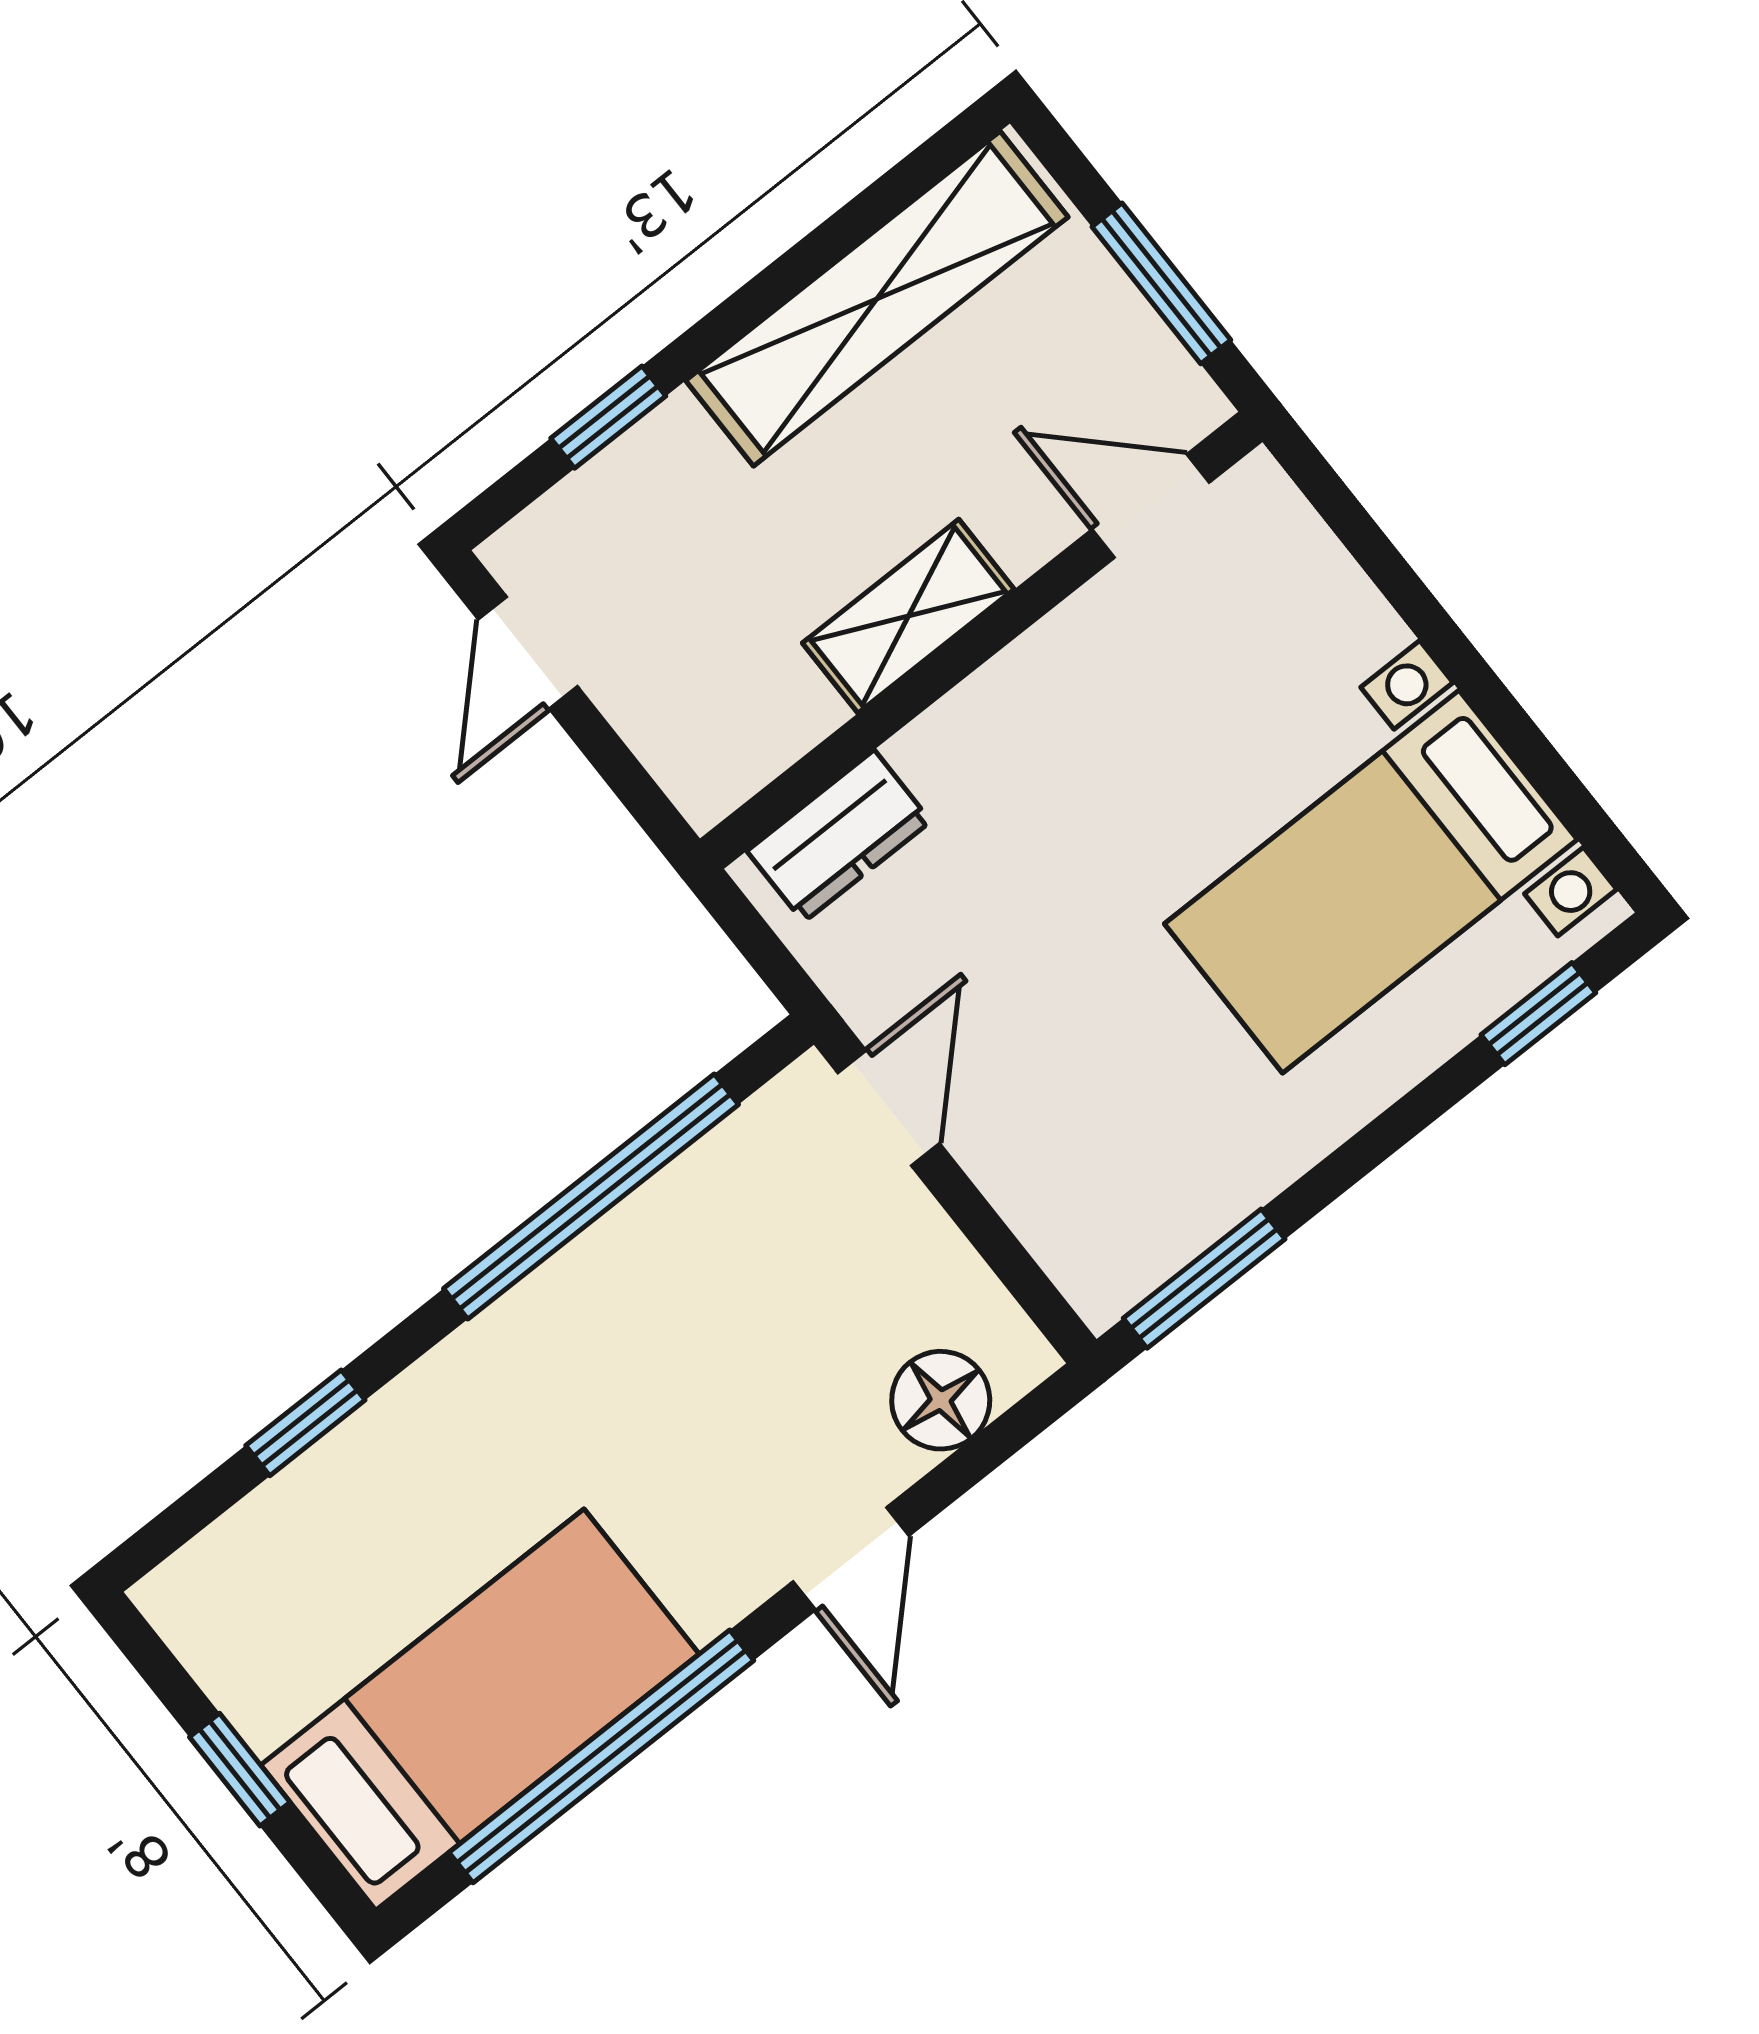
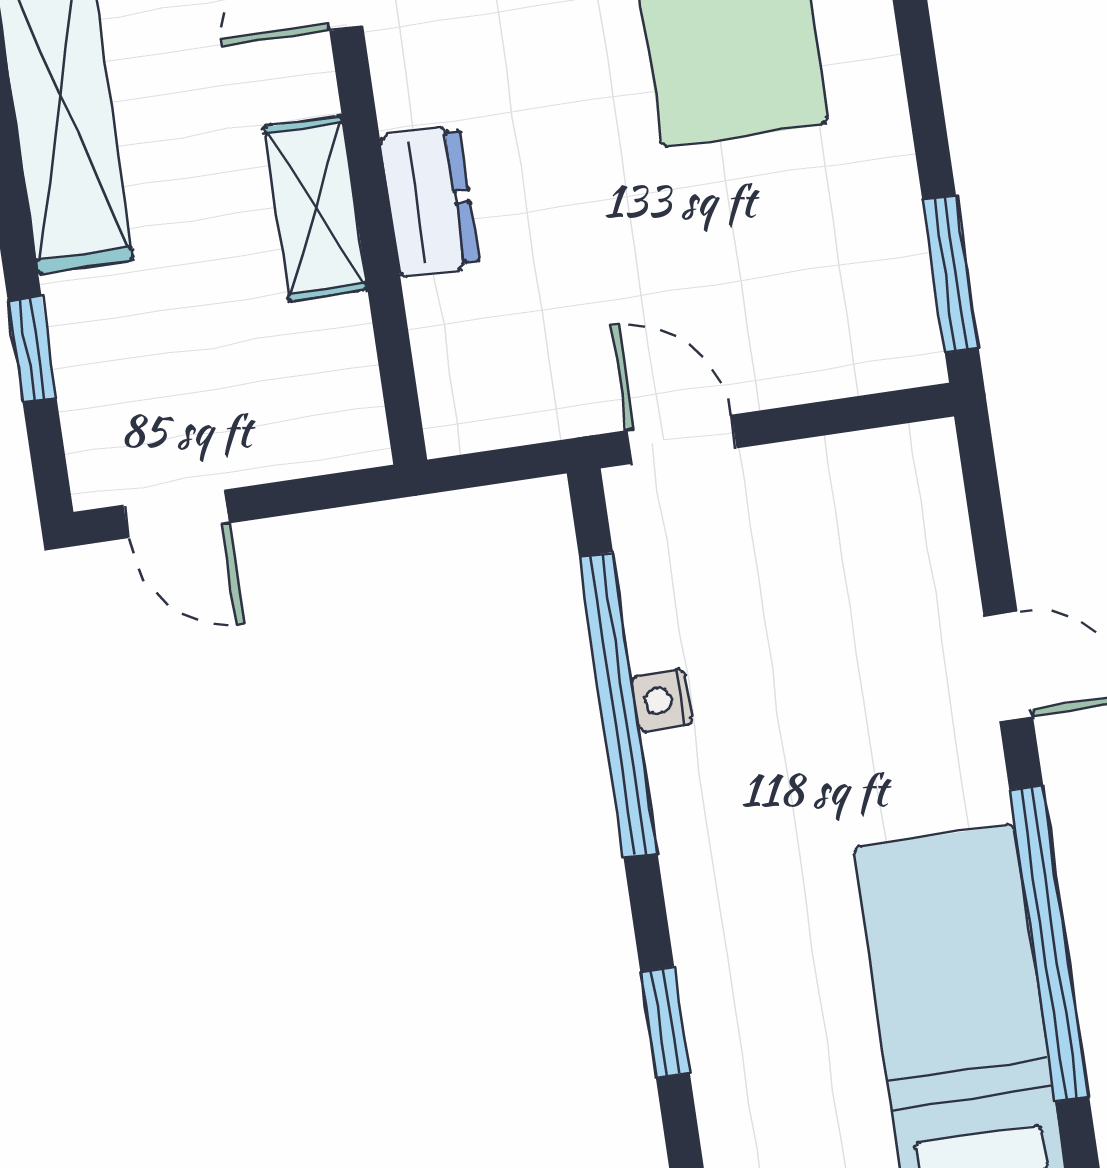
dresser: (839, 836) -> (430, 201), moved
nightstand: (621, 1237) -> (662, 700), added
floor lamp: (941, 1400) -> (927, 528), removed

